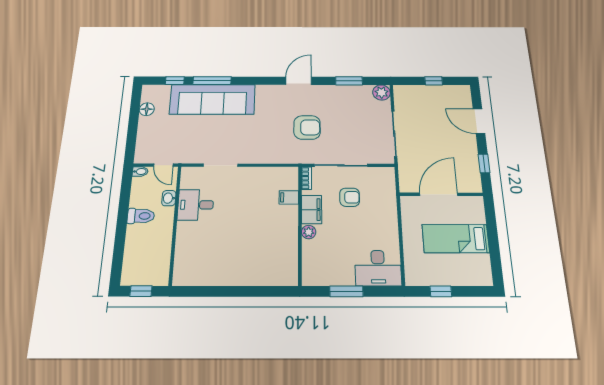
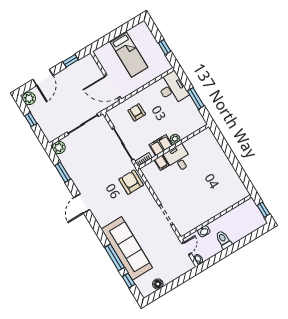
door: (299, 81) -> (82, 204), hinge flipped
plant: (461, 93) -> (29, 98), added
armchair: (307, 127) -> (131, 182), moved
door: (439, 194) -> (112, 86), moved
armchair: (350, 197) -> (137, 112), moved
desk: (196, 205) -> (178, 158), moved, turned 180

